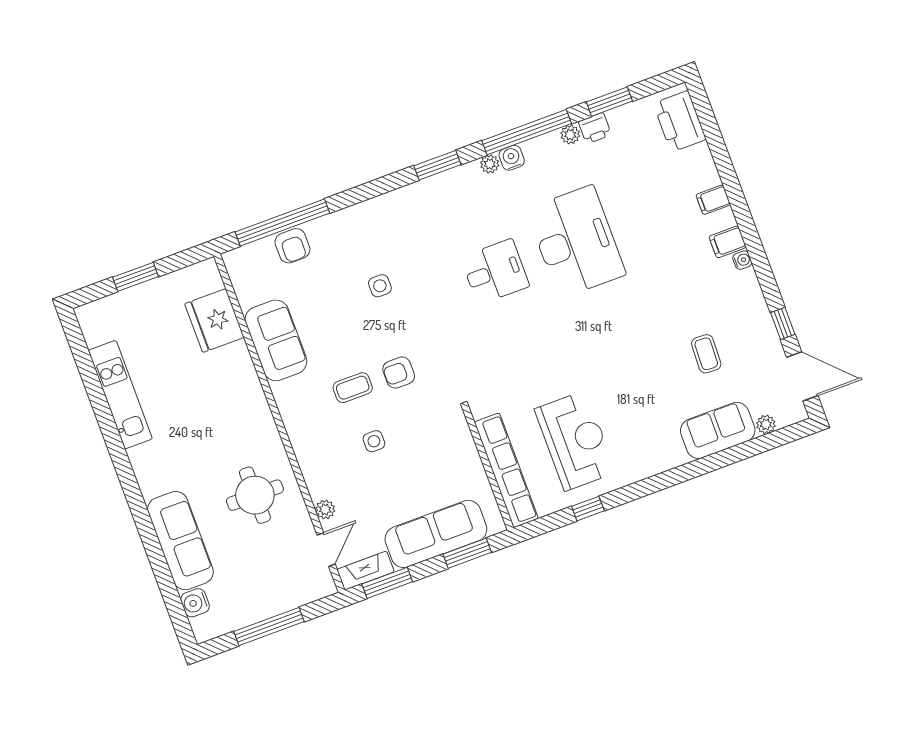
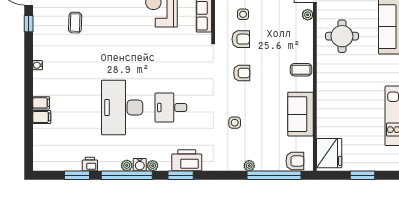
printer: (680, 121) -> (187, 160), moved, turned -90
plant: (570, 135) -> (127, 165), moved
plant: (329, 223) -> (249, 166), added
filing cabinet: (728, 242) -> (42, 117), moved
armchair: (292, 246) -> (295, 161), moved, turned 90
fridge: (214, 320) -> (329, 153), moved
coffee table: (353, 388) -> (301, 70), moved
armchair: (421, 428) -> (241, 39), added
side table: (374, 441) -> (243, 14), moved

